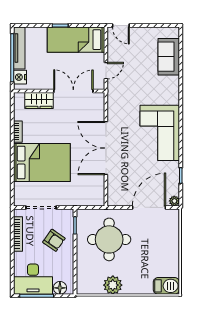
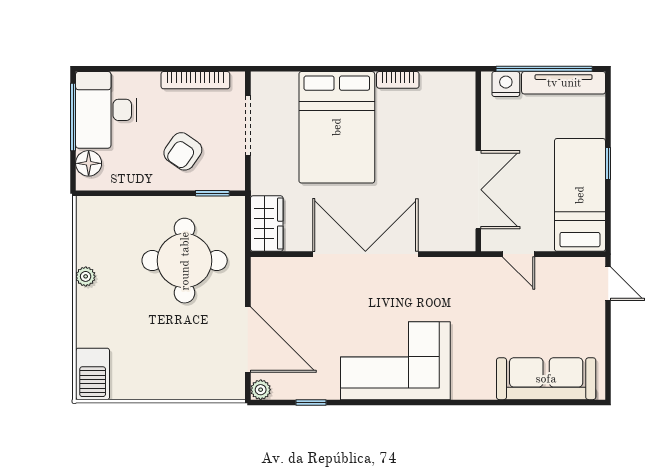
door: (121, 25) -> (608, 284), swing flipped
sofa: (169, 57) -> (546, 379), width x1.36
wardrobe: (39, 101) -> (267, 224), moved, turned 180
plant: (113, 285) -> (86, 276), width x0.53, depth x0.53

